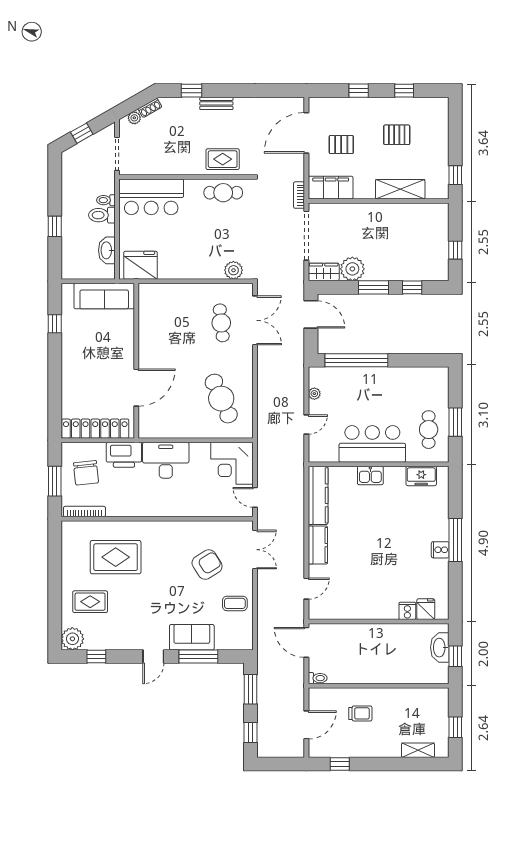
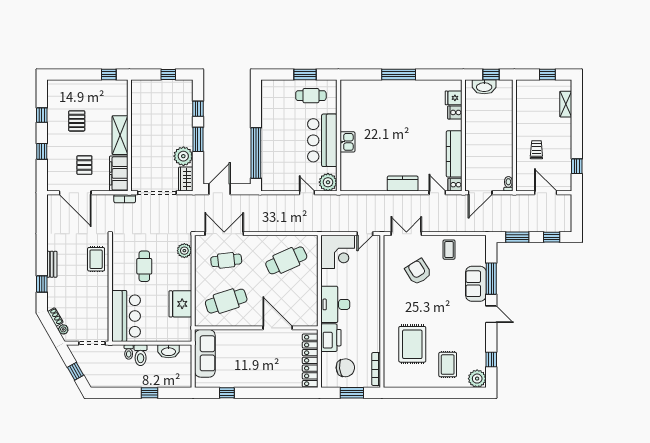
shelving: (400, 189) -> (120, 135), moved
cafe table: (223, 193) -> (144, 266), moved
fridge: (141, 265) -> (180, 304), moved
cafe table: (170, 323) -> (226, 301), added
plant: (314, 394) -> (328, 182), moved, width x1.88, depth x1.88
freezer: (421, 476) -> (348, 101), removed
kitchen counter: (318, 495) -> (454, 154), moved, turned -90
cooker: (440, 550) -> (455, 185), moved, turned 90

